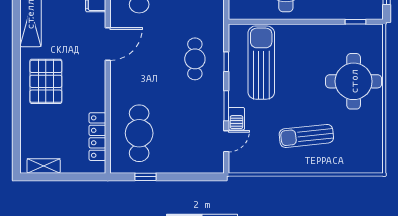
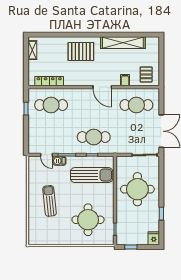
cafe table: (195, 59) -> (94, 137), width x1.37, depth x1.35
round table: (354, 81) -> (88, 220), moved

